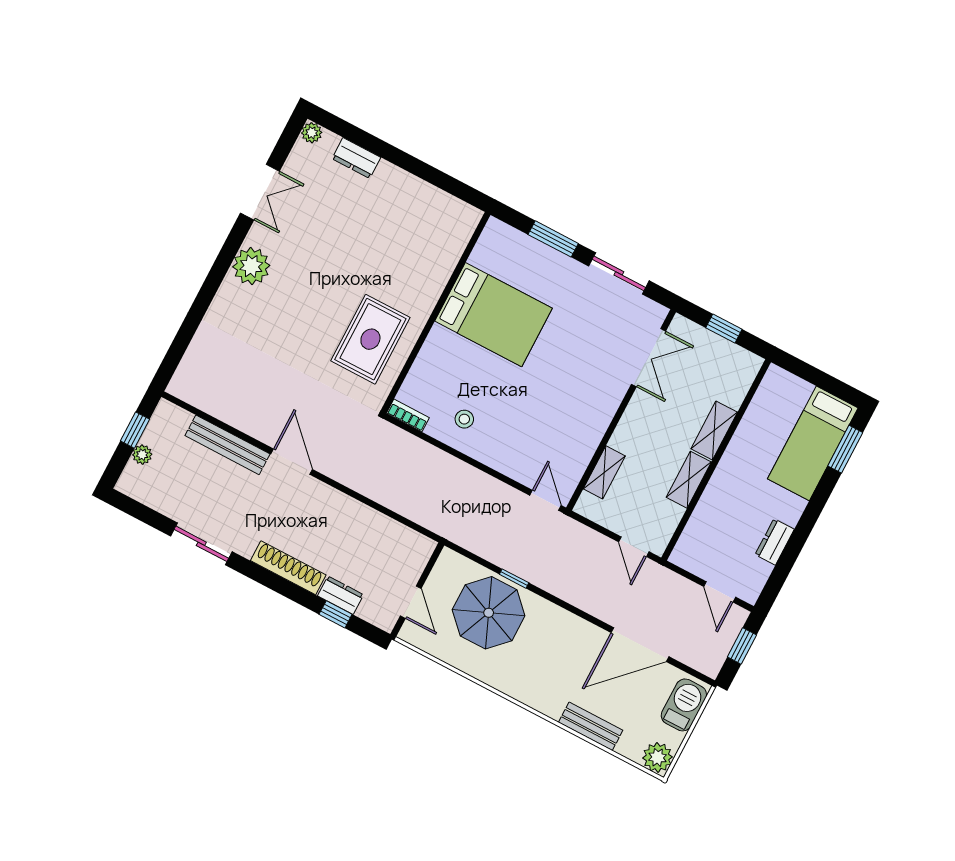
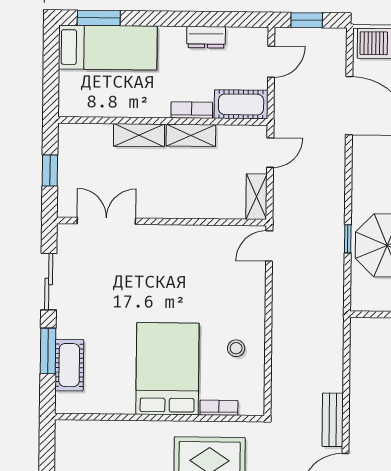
cot: (529, 252) -> (69, 365), added
bed: (494, 315) -> (167, 369), moved
bookcase: (408, 415) -> (219, 408), moved, turned 90
shelving: (604, 472) -> (256, 197), moved, turned 90
bench: (349, 476) -> (333, 420), added
bookcase: (712, 493) -> (192, 110), added
cot: (694, 542) -> (241, 104), added

